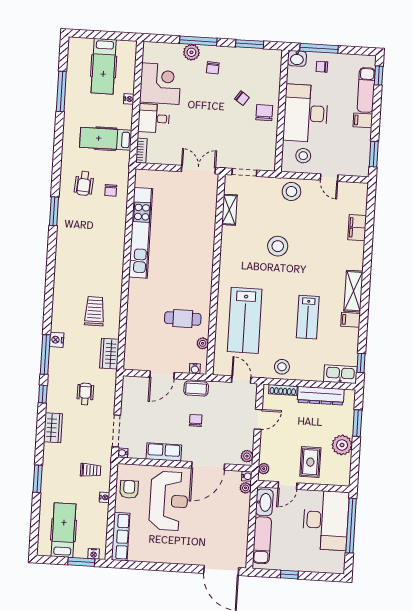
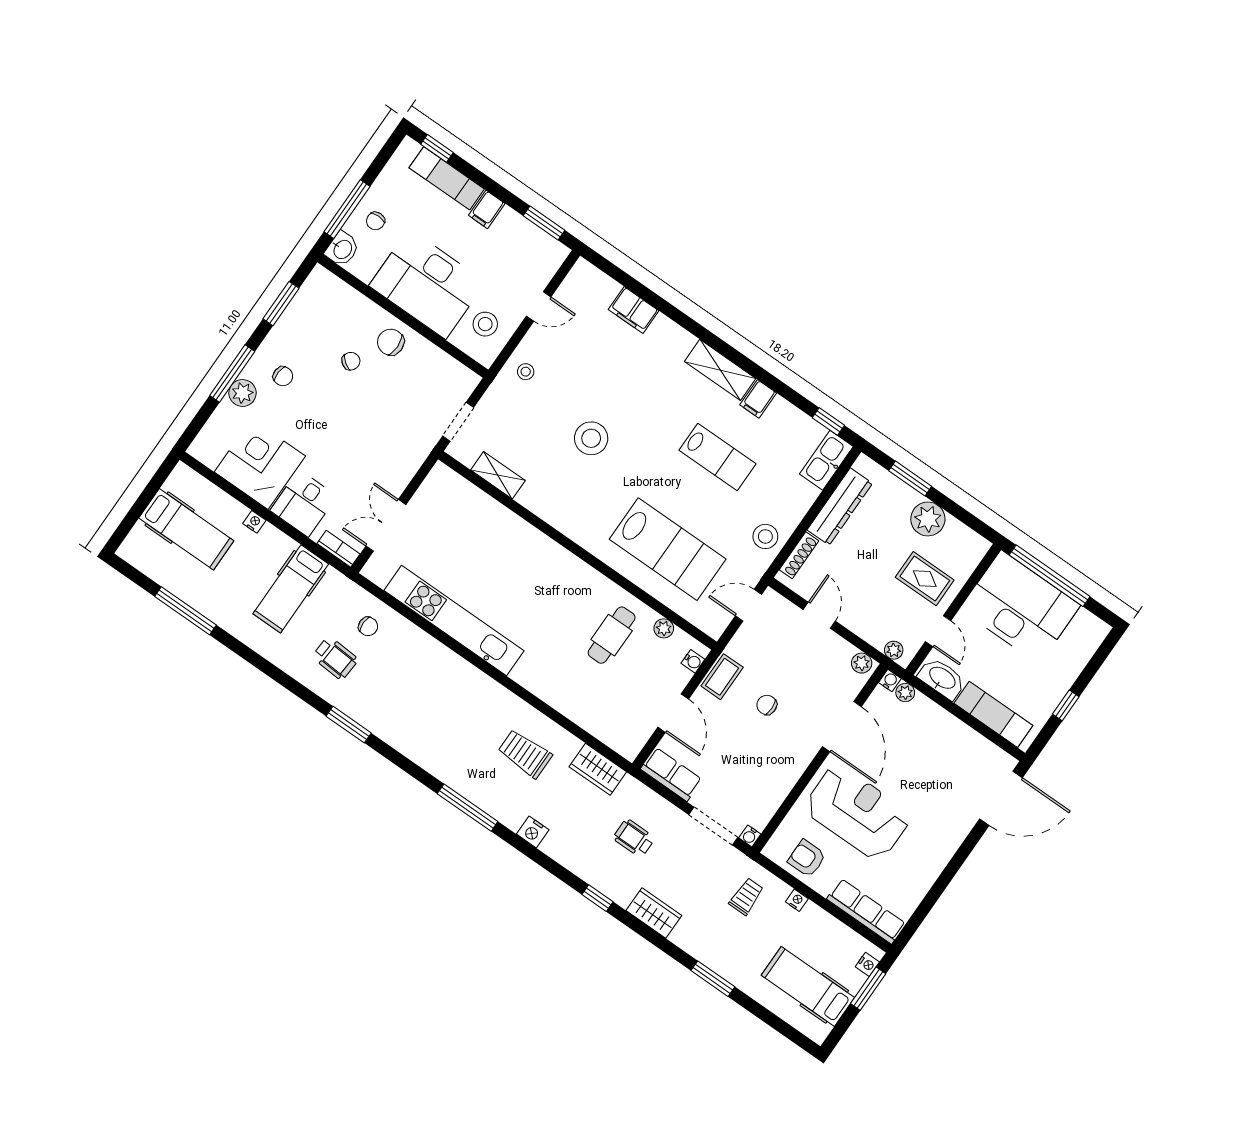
double door: (198, 170) -> (386, 525), moved
stool: (291, 191) -> (526, 372), width x0.53, depth x0.53
window: (45, 355) -> (468, 808), moved
row of seats: (164, 452) -> (671, 774), moved, turned 90

